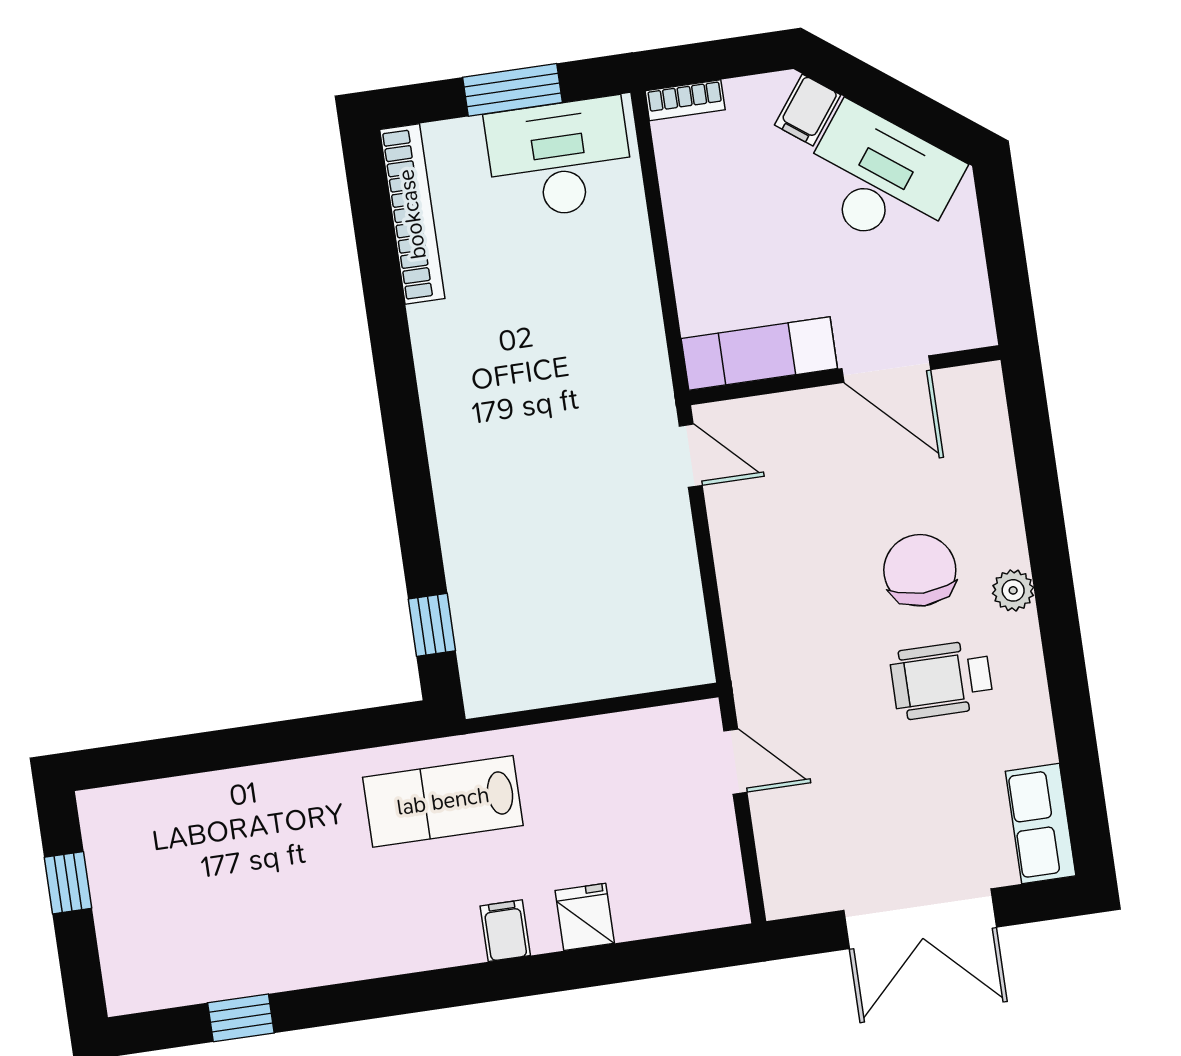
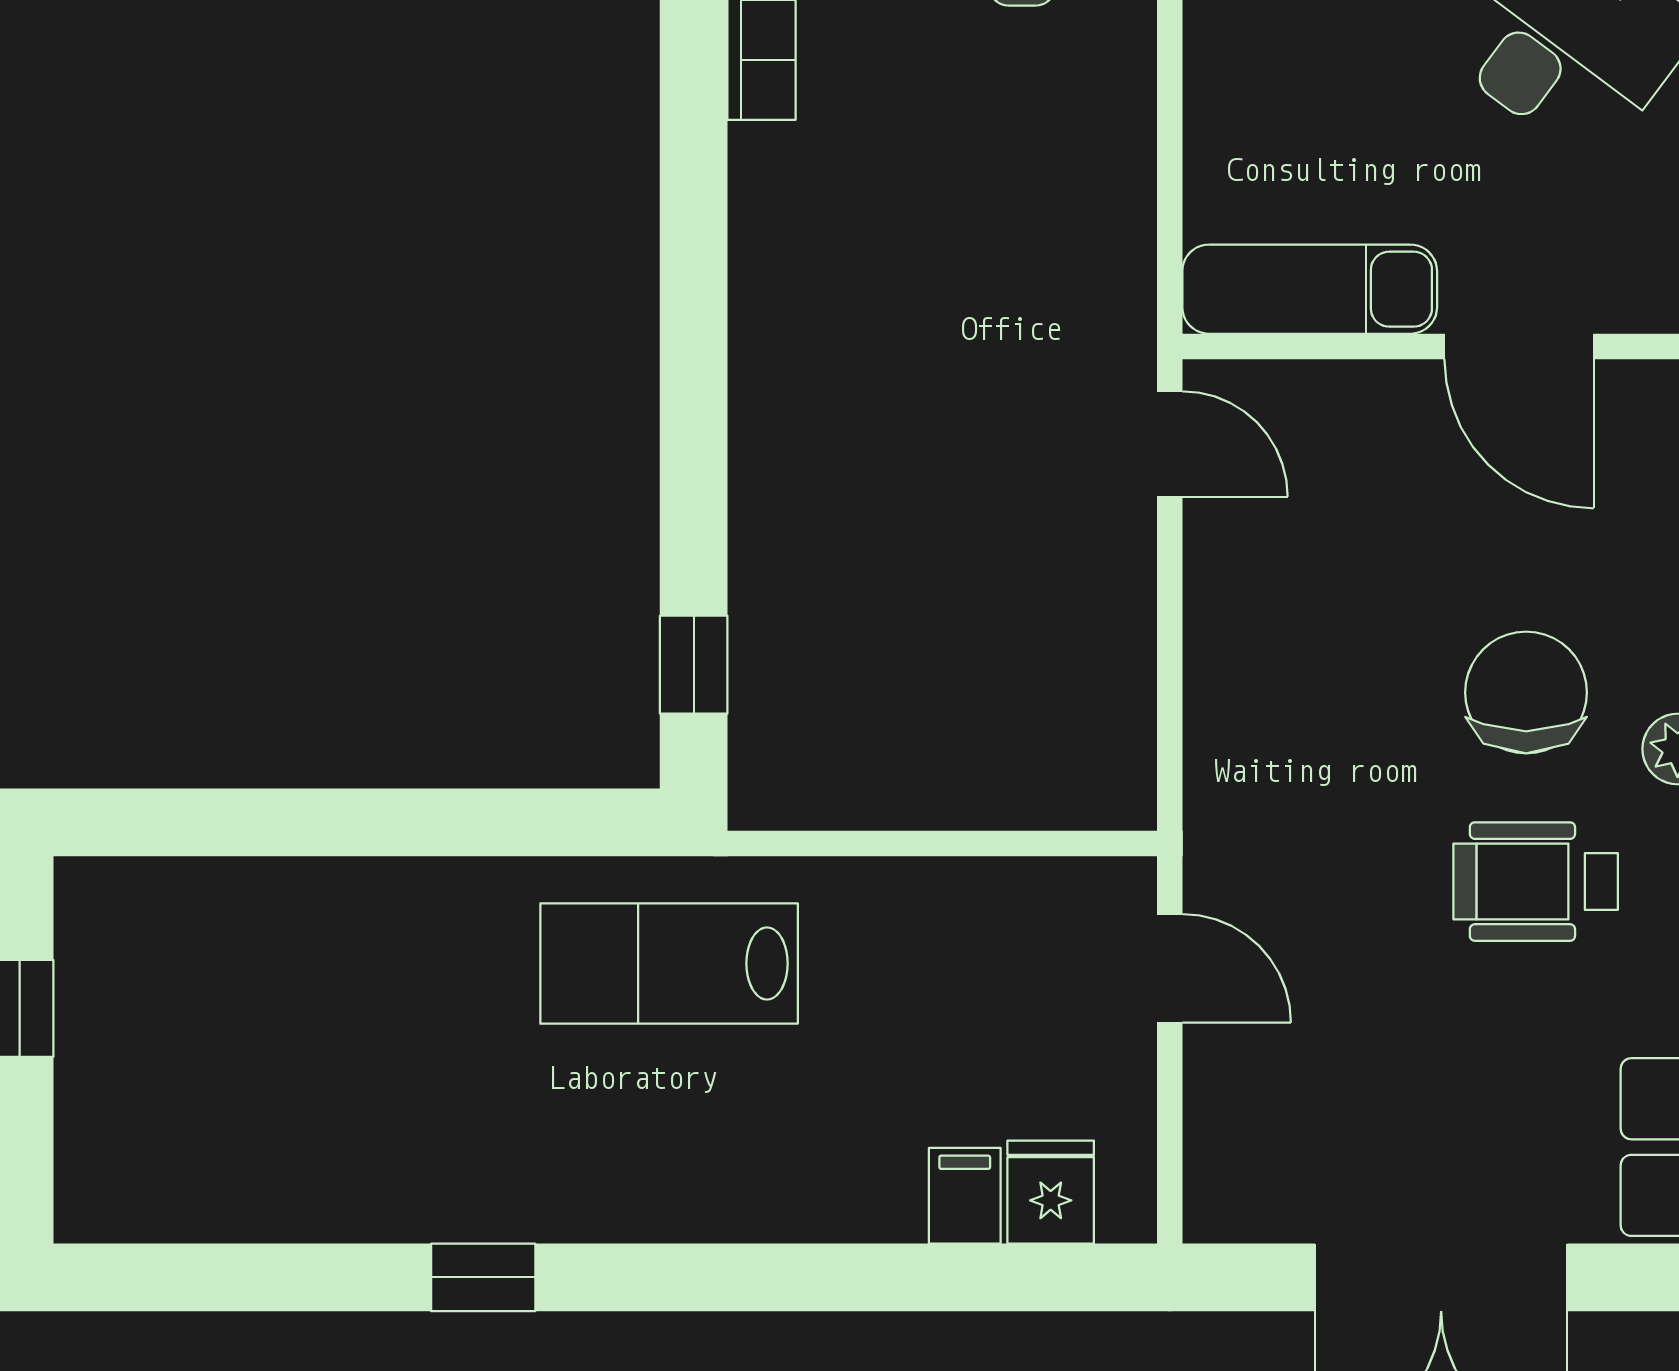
fridge: (585, 917) -> (1051, 1192), moved
filing cabinet: (505, 931) -> (965, 1196), moved
window: (241, 1018) -> (483, 1277), moved

